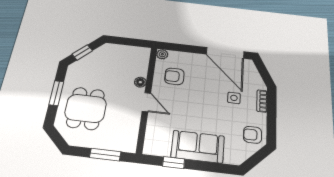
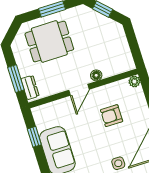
armchair: (174, 76) -> (112, 116), moved, turned -90
dresser: (121, 145) -> (30, 87), added

